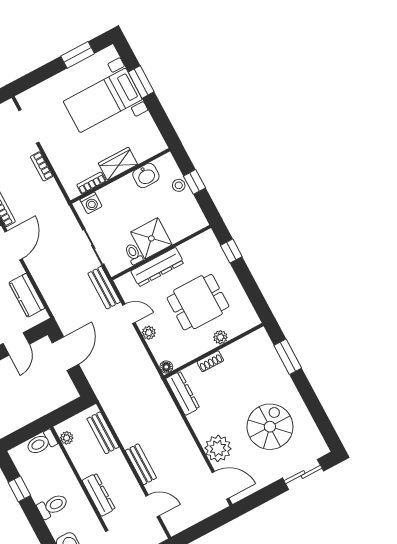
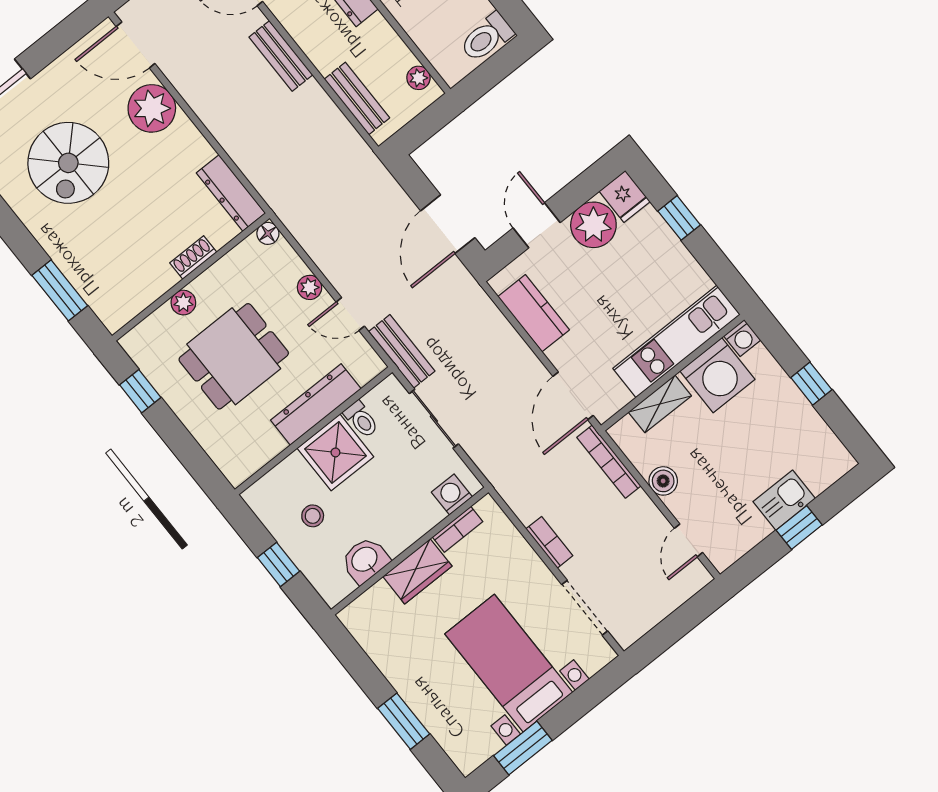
bed with nightstands: (103, 100) -> (509, 663), moved, turned -90
stool: (179, 185) -> (313, 516), moved
window: (231, 251) -> (140, 391), moved
toilet: (41, 443) -> (487, 37), moved, turned 180

